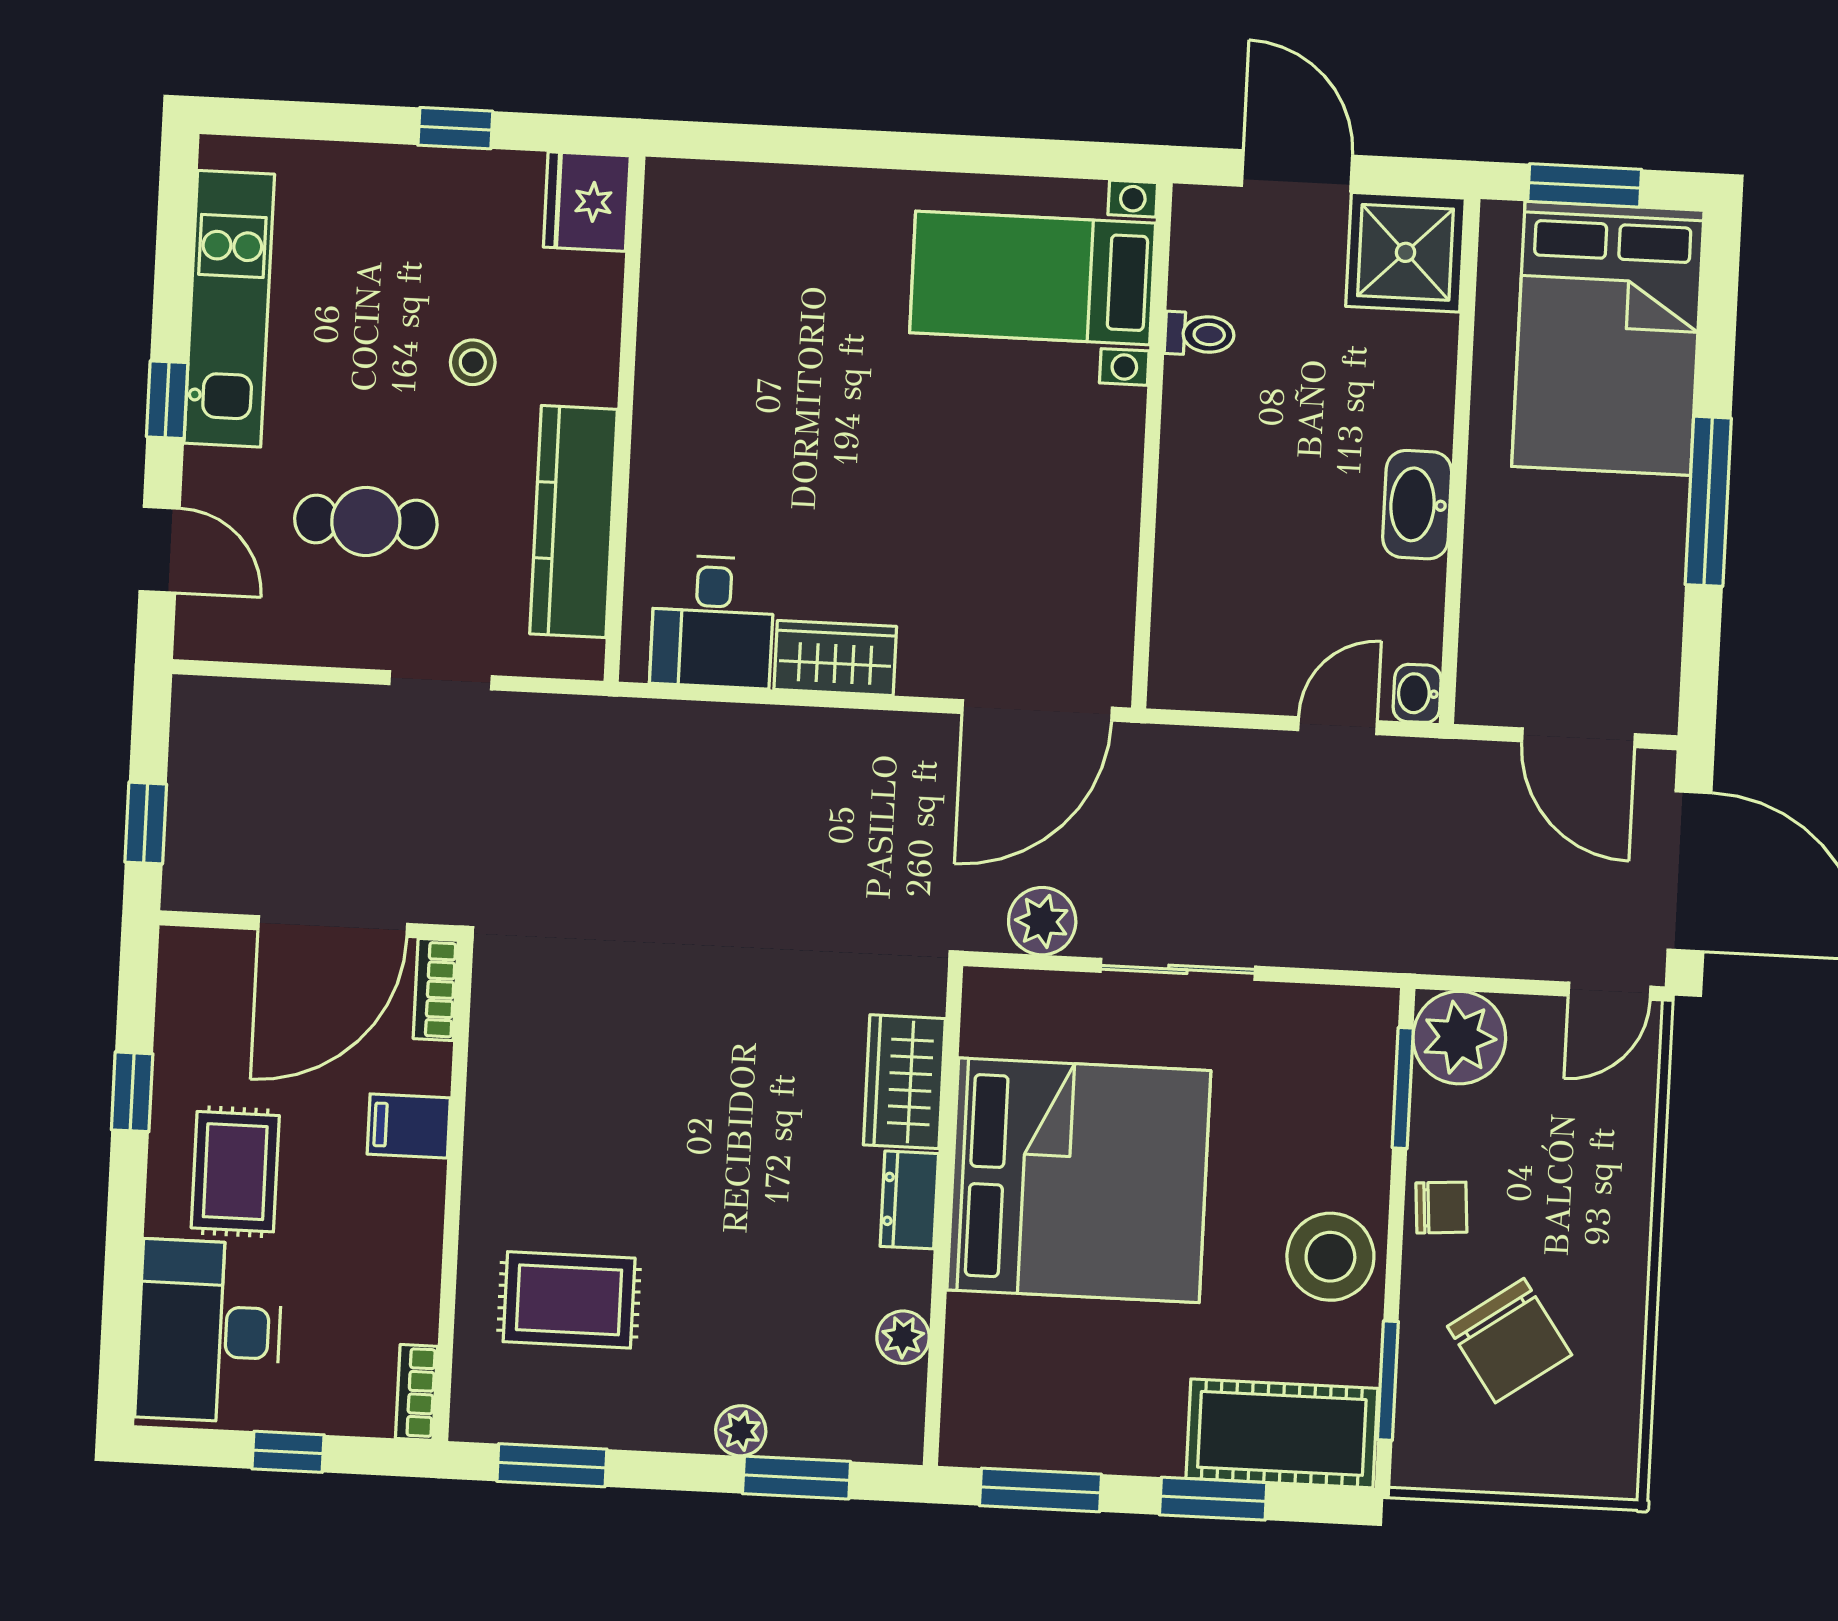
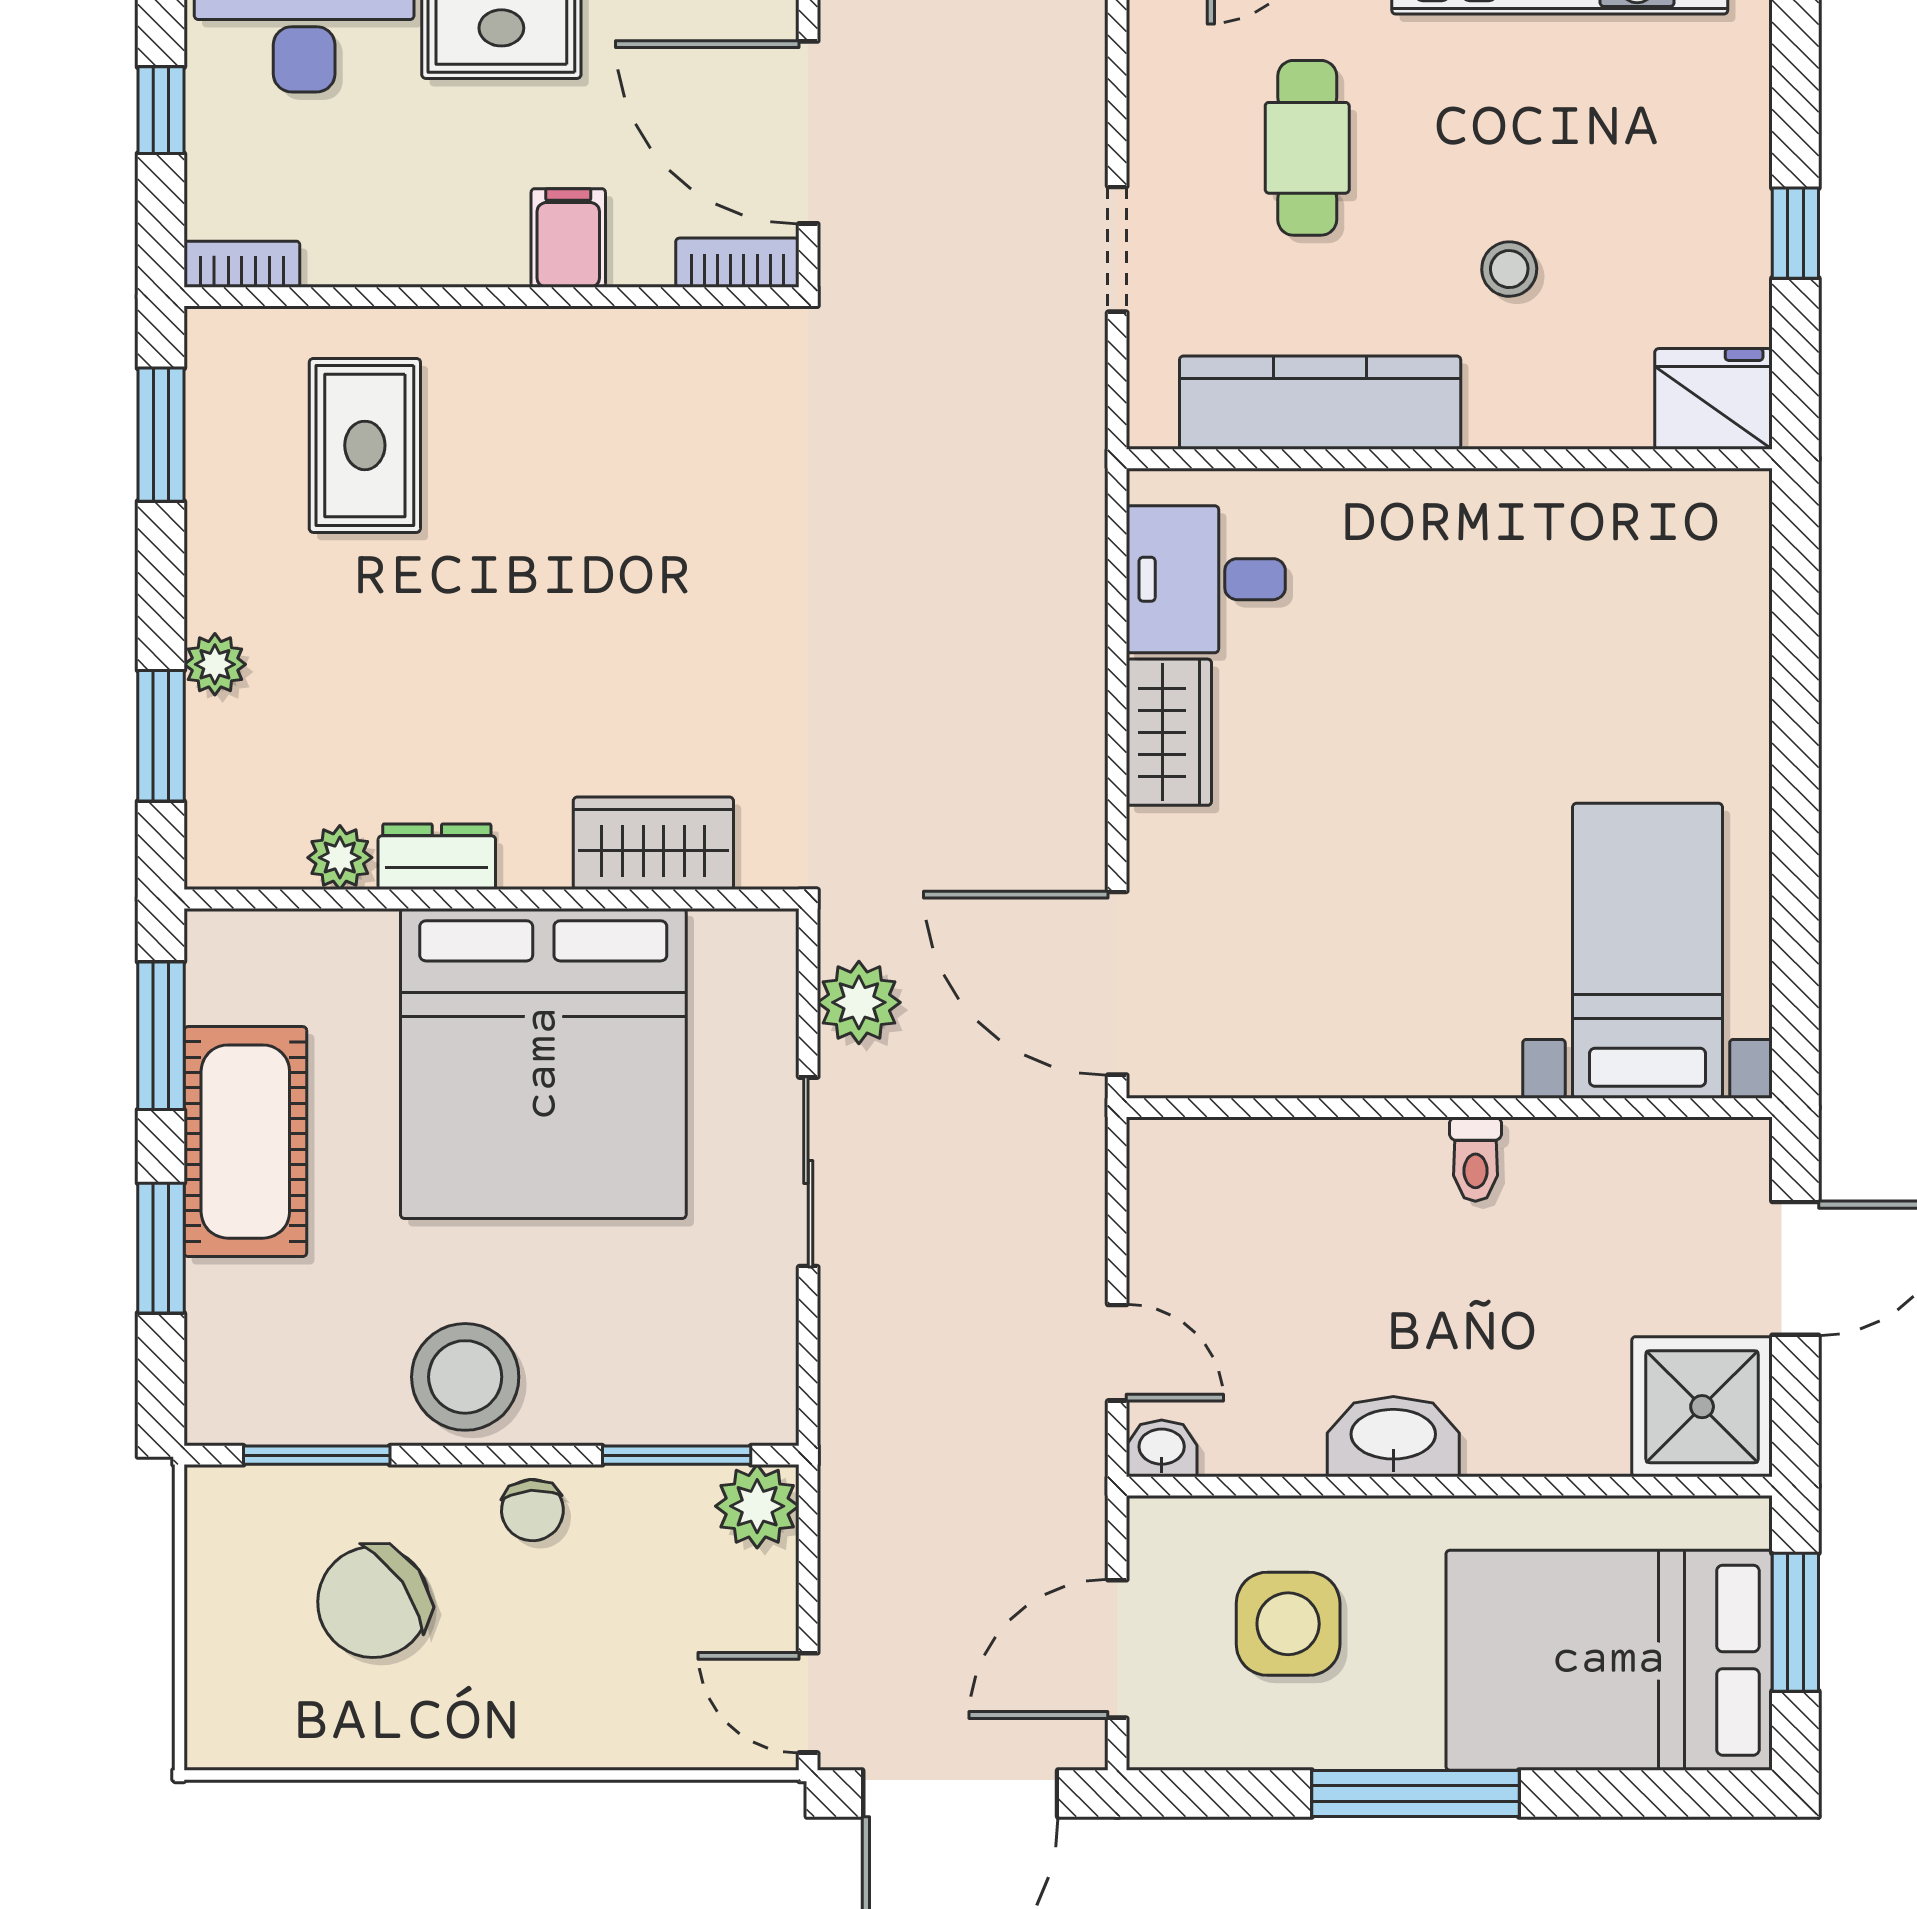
toilet: (1200, 334) -> (1475, 1159), moved
side table: (1565, 598) -> (1288, 1624), added
plant: (1459, 1038) -> (757, 1506), width x0.73, depth x0.73
dresser: (909, 1200) -> (437, 857), moved
cot: (1282, 1433) -> (245, 1142), moved

